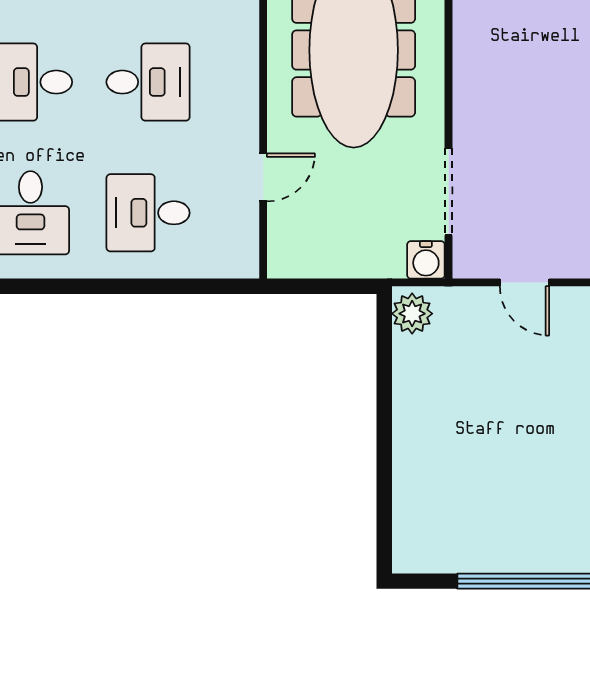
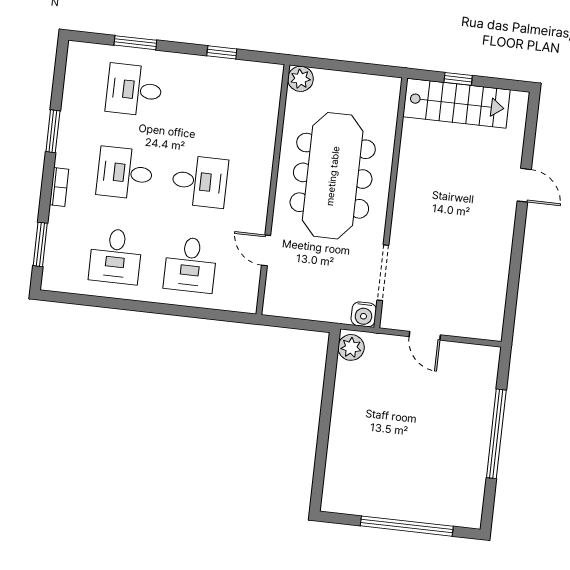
door: (263, 177) -> (266, 250), swing flipped
desk: (148, 213) -> (190, 265), turned -90

